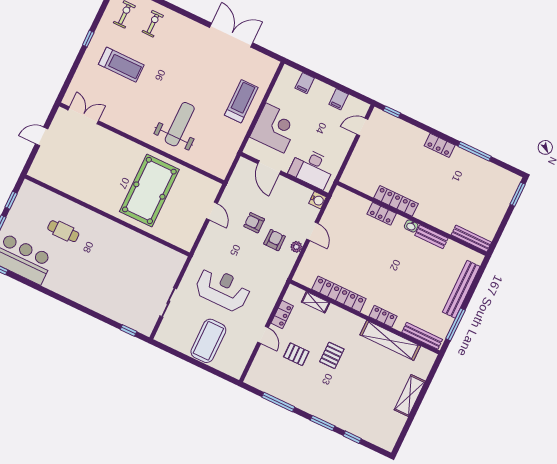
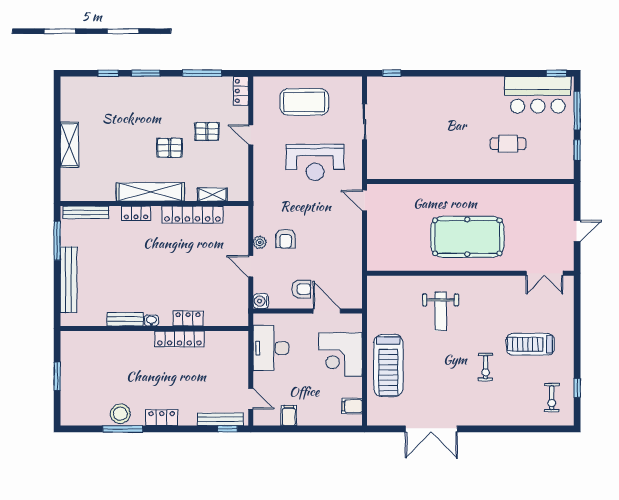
exercise bike: (153, 24) -> (486, 367), moved
window: (88, 39) -> (577, 388), moved
filing cabinet: (305, 83) -> (352, 406), moved, turned -90
treadmill: (241, 101) -> (388, 366), width x1.37, depth x1.38
weight bench: (180, 124) -> (441, 312), width x0.73, depth x0.75
door: (362, 127) -> (251, 399), hinge flipped
stool: (471, 164) -> (120, 414), added
desk: (312, 168) -> (271, 348), moved, turned -90
pool table: (149, 191) -> (467, 237), moved, turned 90
window: (518, 194) -> (57, 376), moved
door: (212, 211) -> (365, 200), moved
armchair: (254, 223) -> (301, 289), moved
bench: (471, 238) -> (220, 419), moved
locker: (282, 314) -> (241, 91), moved
shelving: (390, 340) -> (150, 192), moved
coffee table: (208, 341) -> (304, 102), turned 90
pallet: (332, 355) -> (170, 148), turned 90

